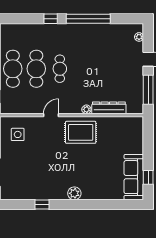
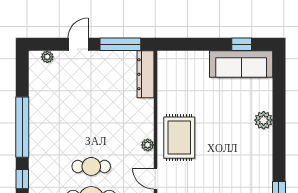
dresser: (109, 108) -> (145, 74), moved
plant: (86, 109) -> (148, 145), moved
plant: (74, 193) -> (264, 120), moved

